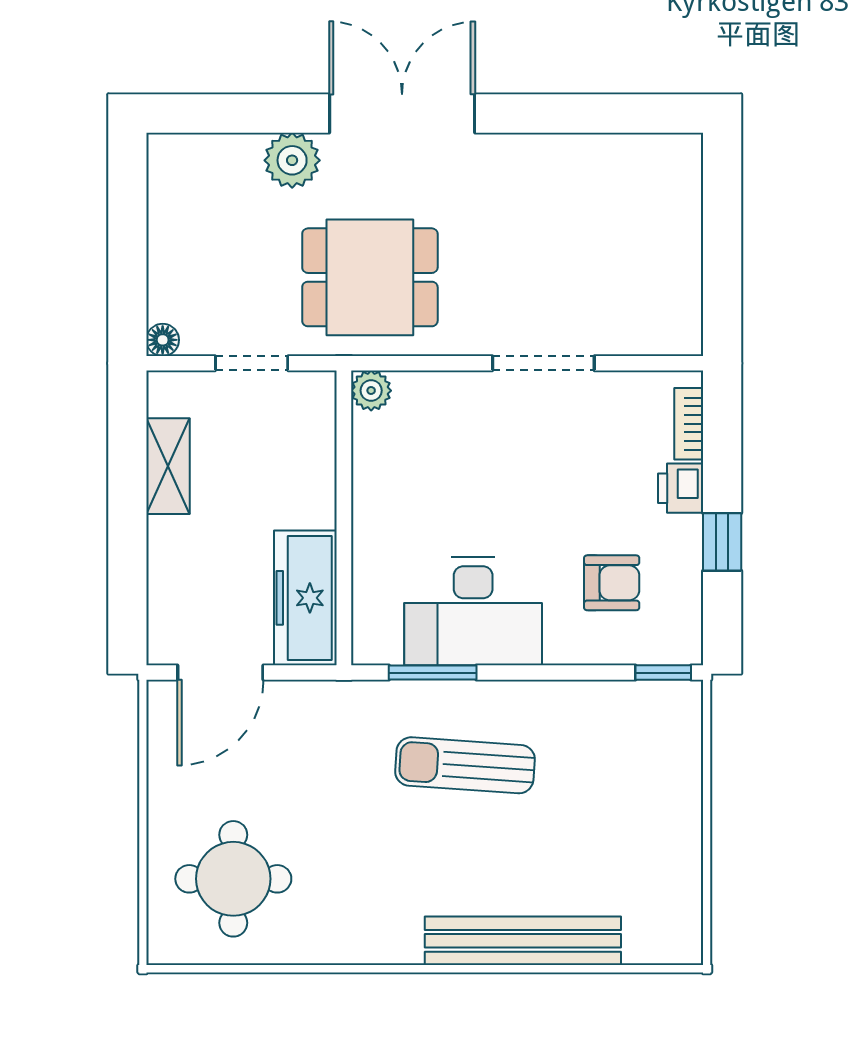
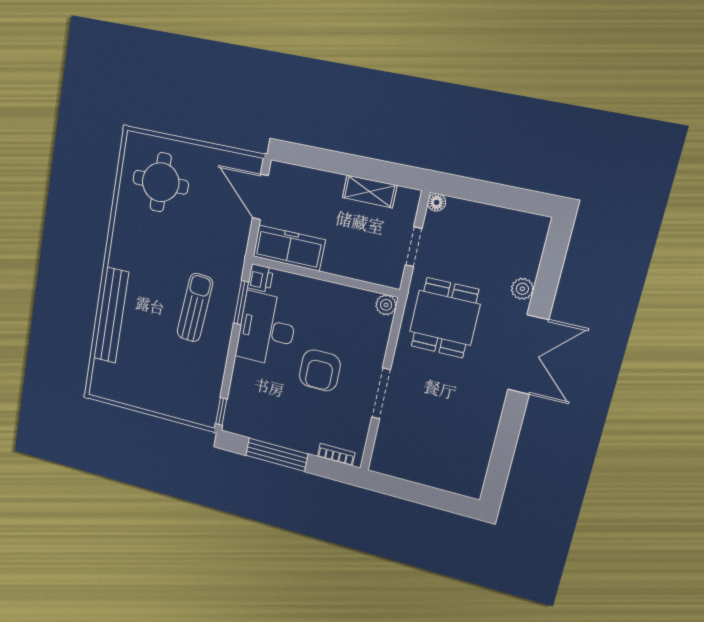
plant: (292, 160) -> (522, 289), width x0.73, depth x0.73
printer: (681, 488) -> (260, 278), moved, turned 90
window: (722, 542) -> (277, 455), width x2.17
armchair: (612, 583) -> (320, 370), moved, width x1.38, depth x1.38

